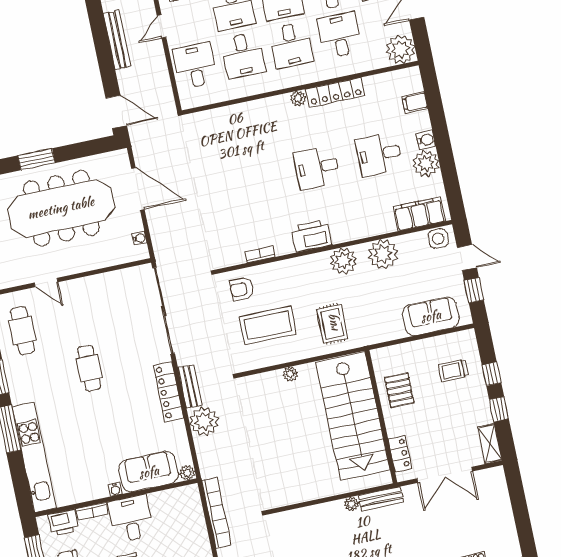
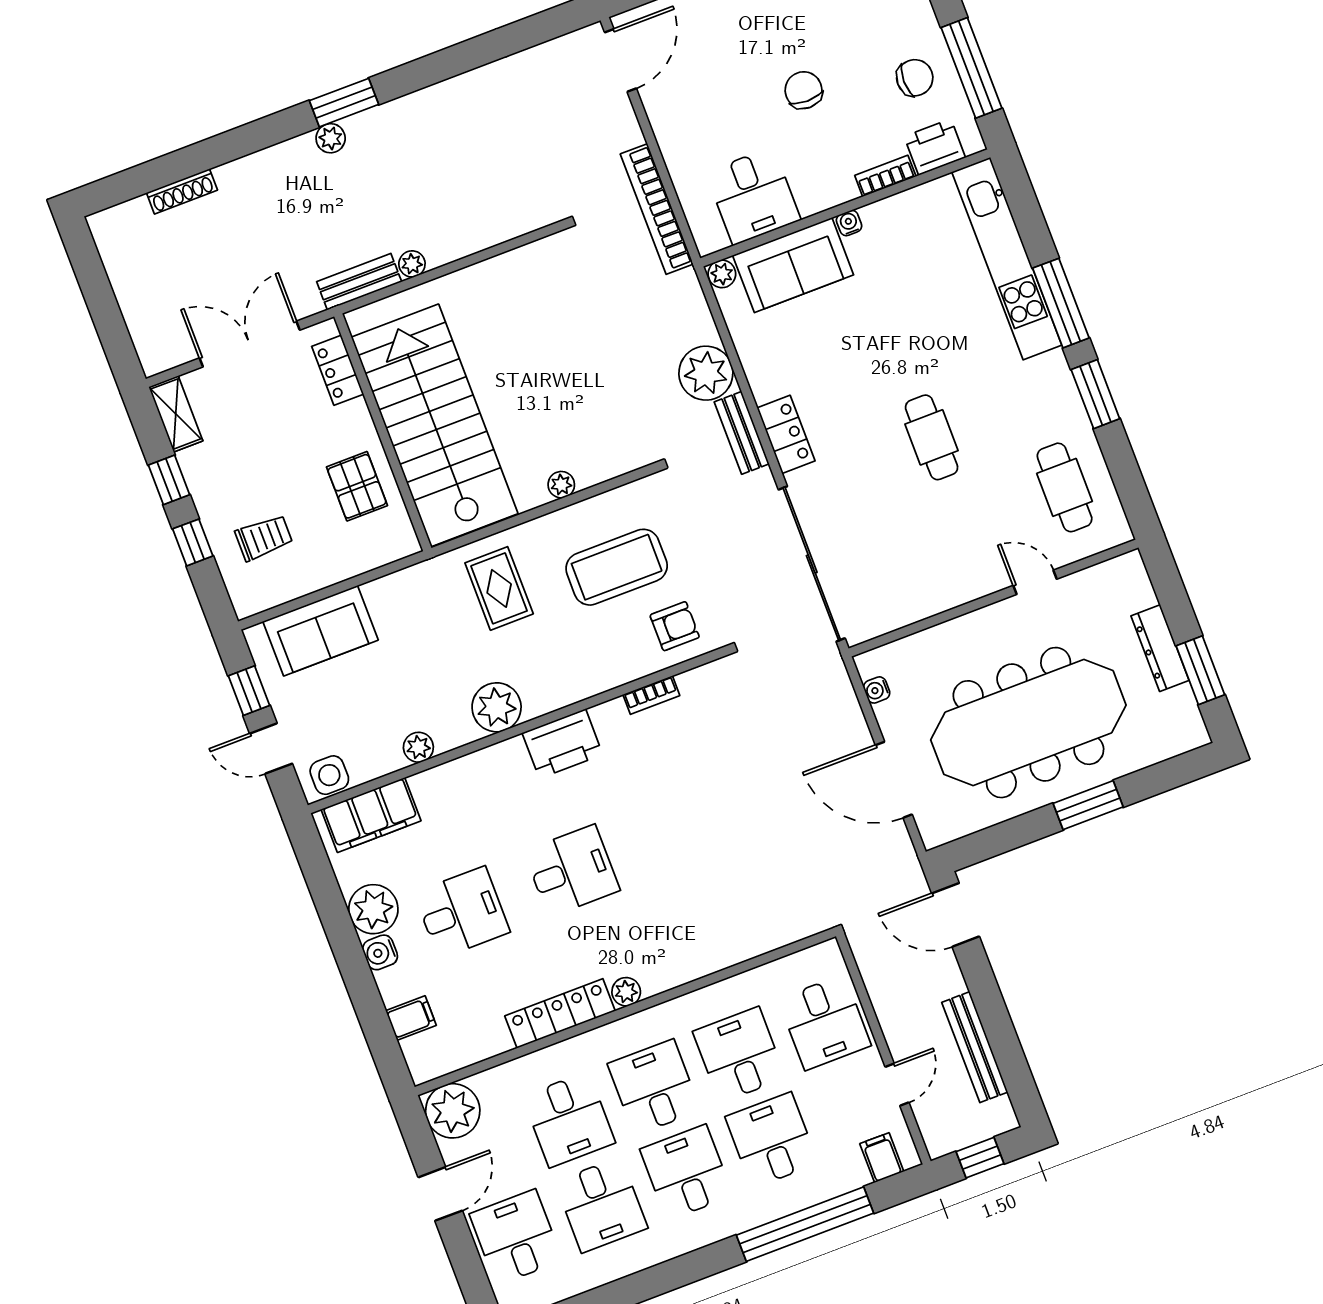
plant: (383, 254) -> (418, 747), width x0.53, depth x0.53
locker: (168, 392) -> (786, 434), width x0.66
desk: (131, 519) -> (753, 196), moved

